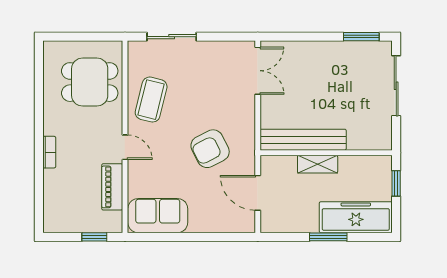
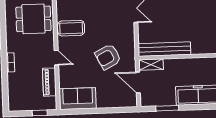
coffee table: (151, 100) -> (71, 28), turned 76
shelving: (318, 164) -> (151, 65), moved
window: (328, 237) -> (167, 108), moved

